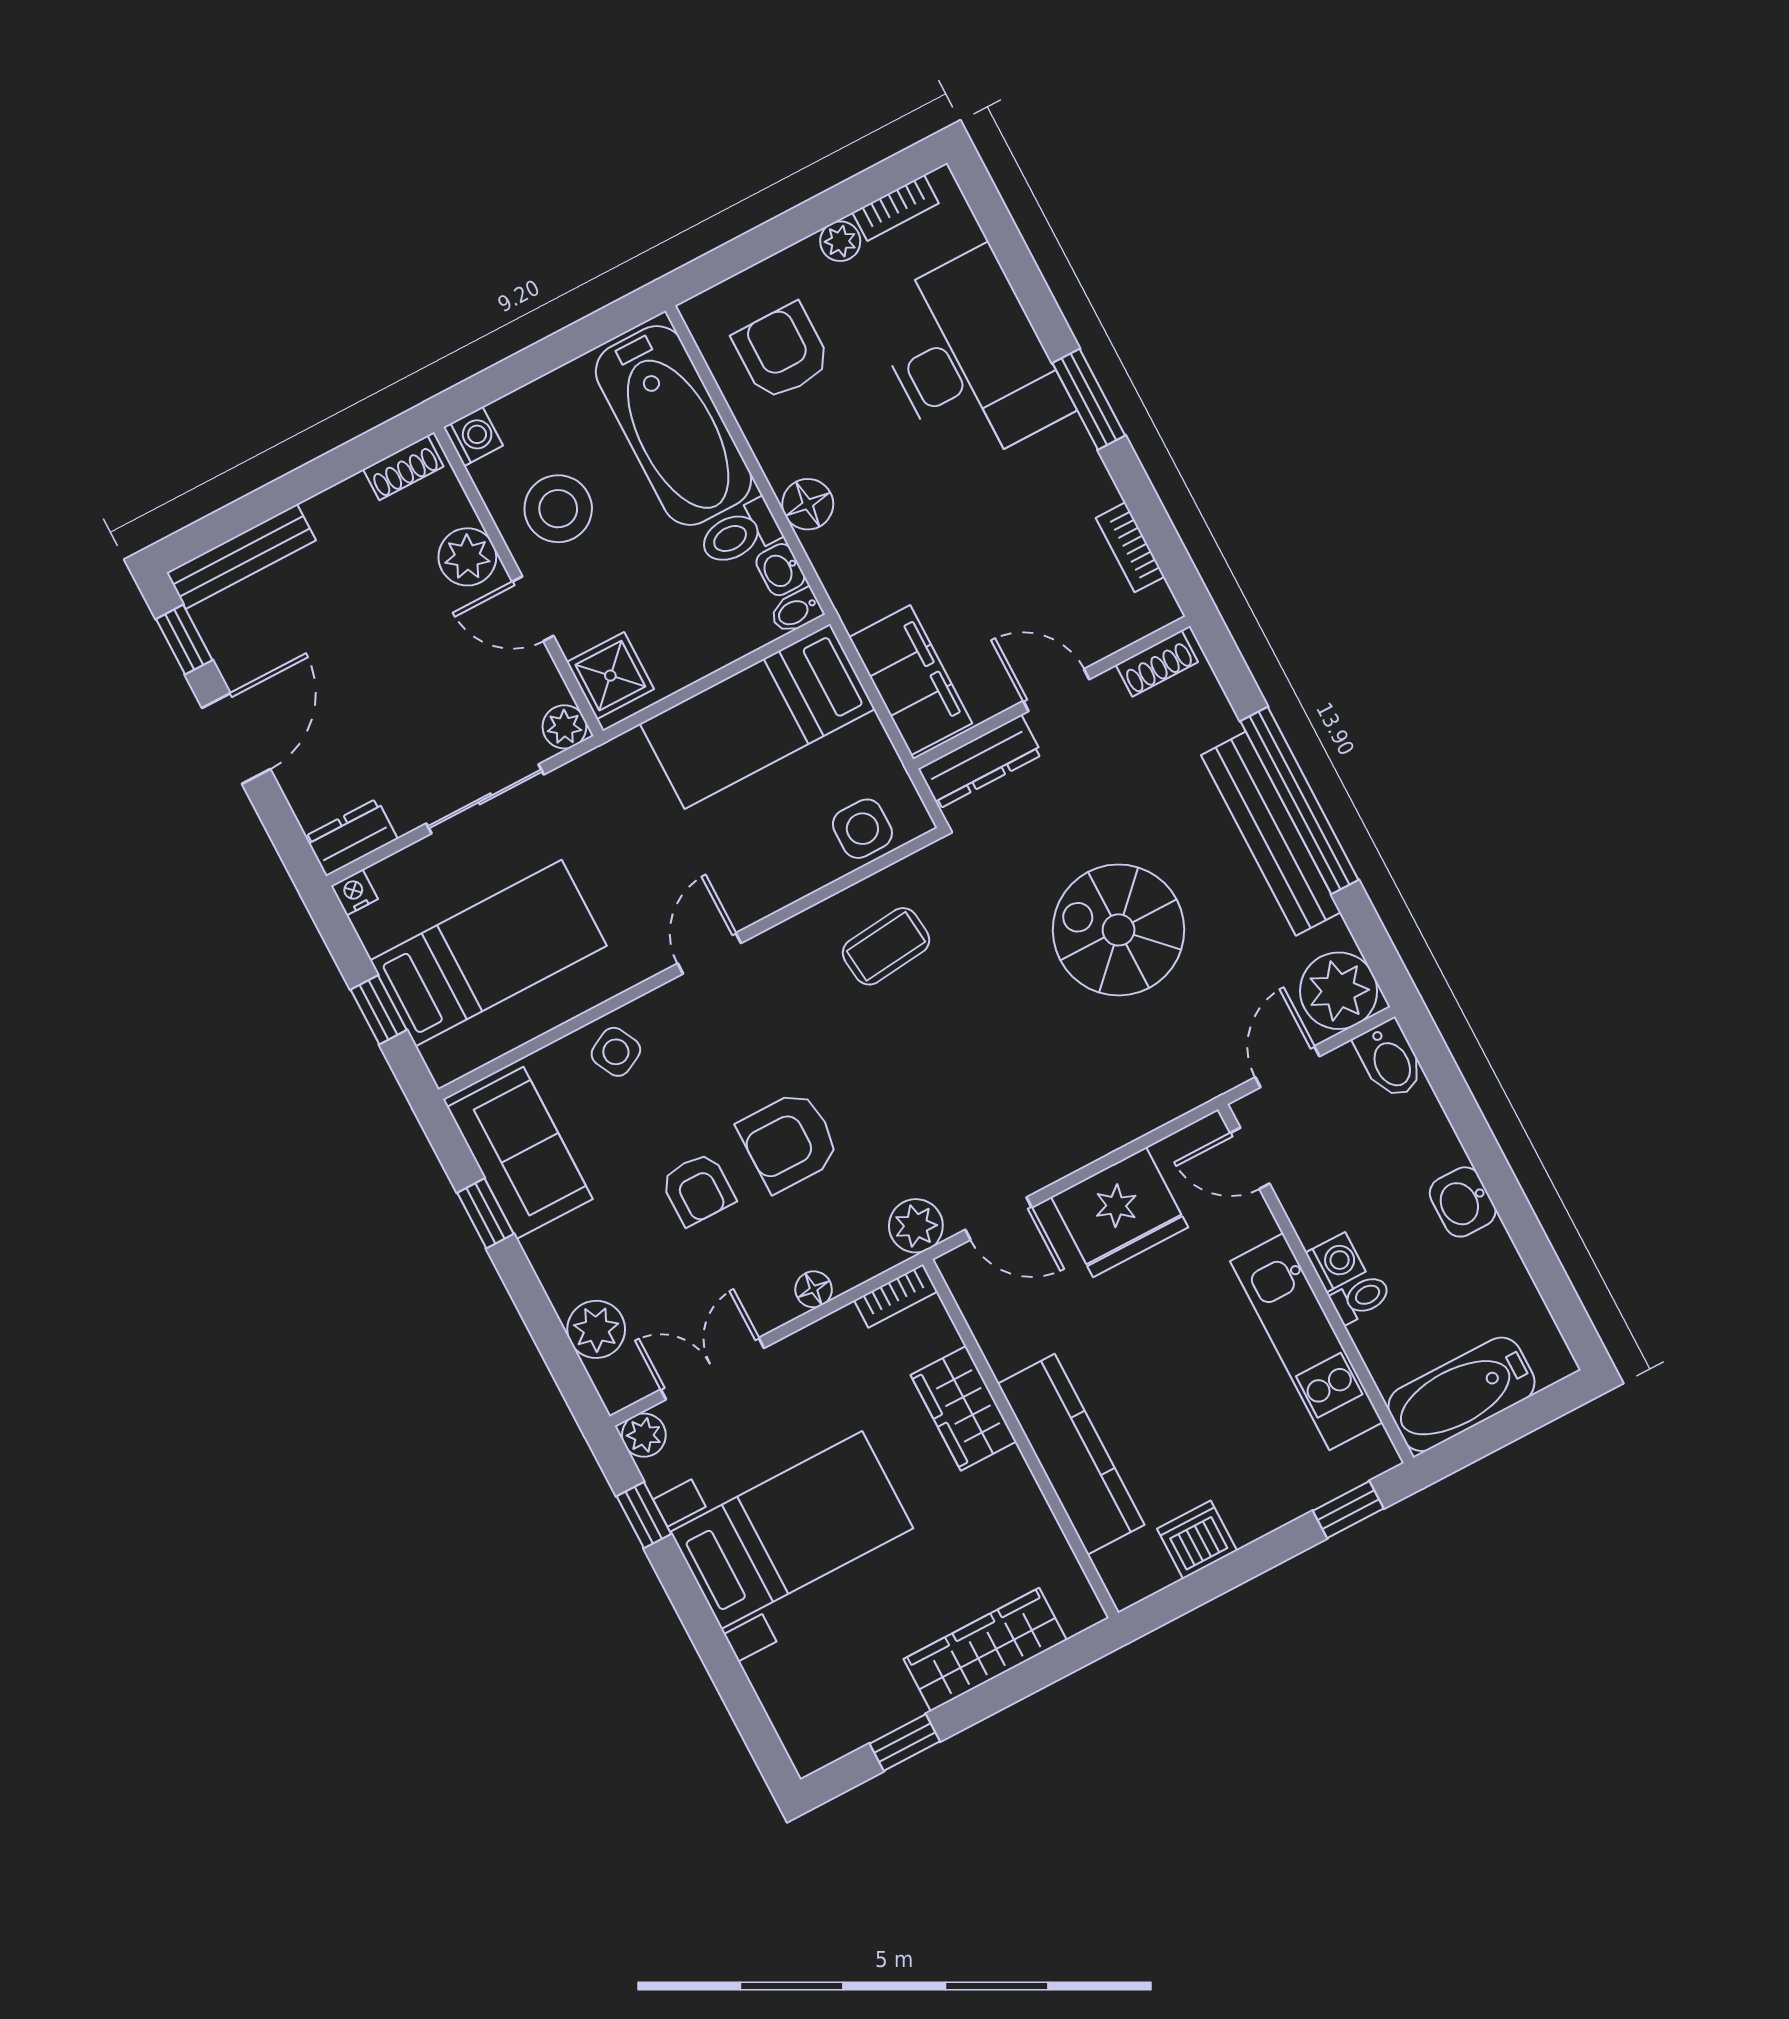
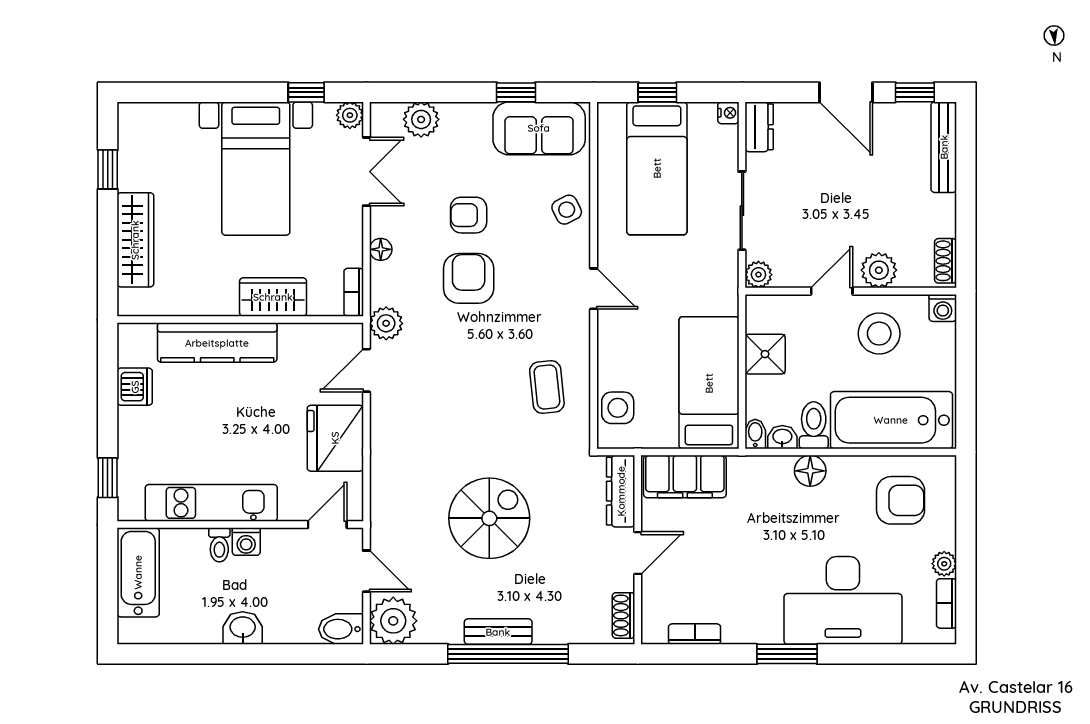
shower: (610, 676) -> (765, 354), moved
bench: (1271, 834) -> (498, 632), width x0.54, depth x0.82

